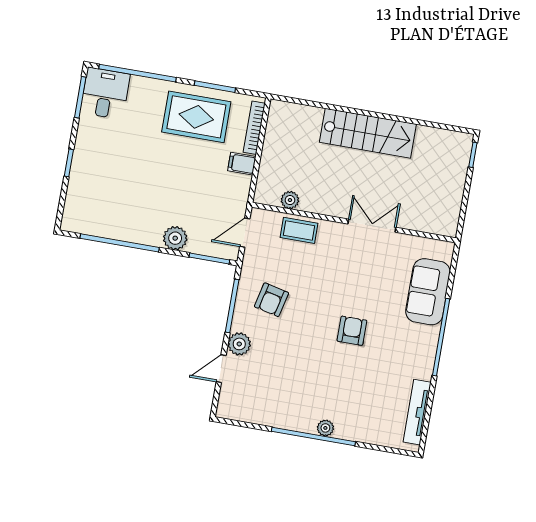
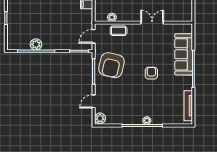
plant: (175, 238) -> (36, 44), moved
sofa: (428, 292) -> (184, 54), width x1.36
armchair: (271, 300) -> (111, 65), width x1.88, depth x1.88
plant: (239, 344) -> (100, 118), moved

